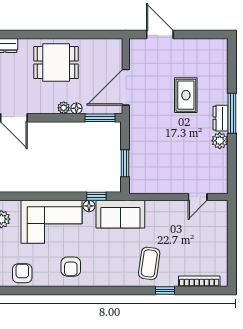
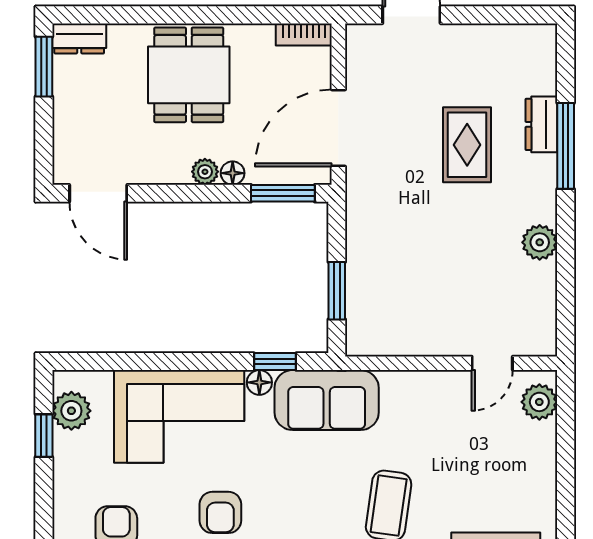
bookcase: (110, 44) -> (304, 34), added
dining table: (56, 63) -> (189, 75), turned 90
window: (232, 113) -> (566, 146), moved
dresser: (221, 118) -> (541, 124), moved
plant: (220, 215) -> (539, 402), added

